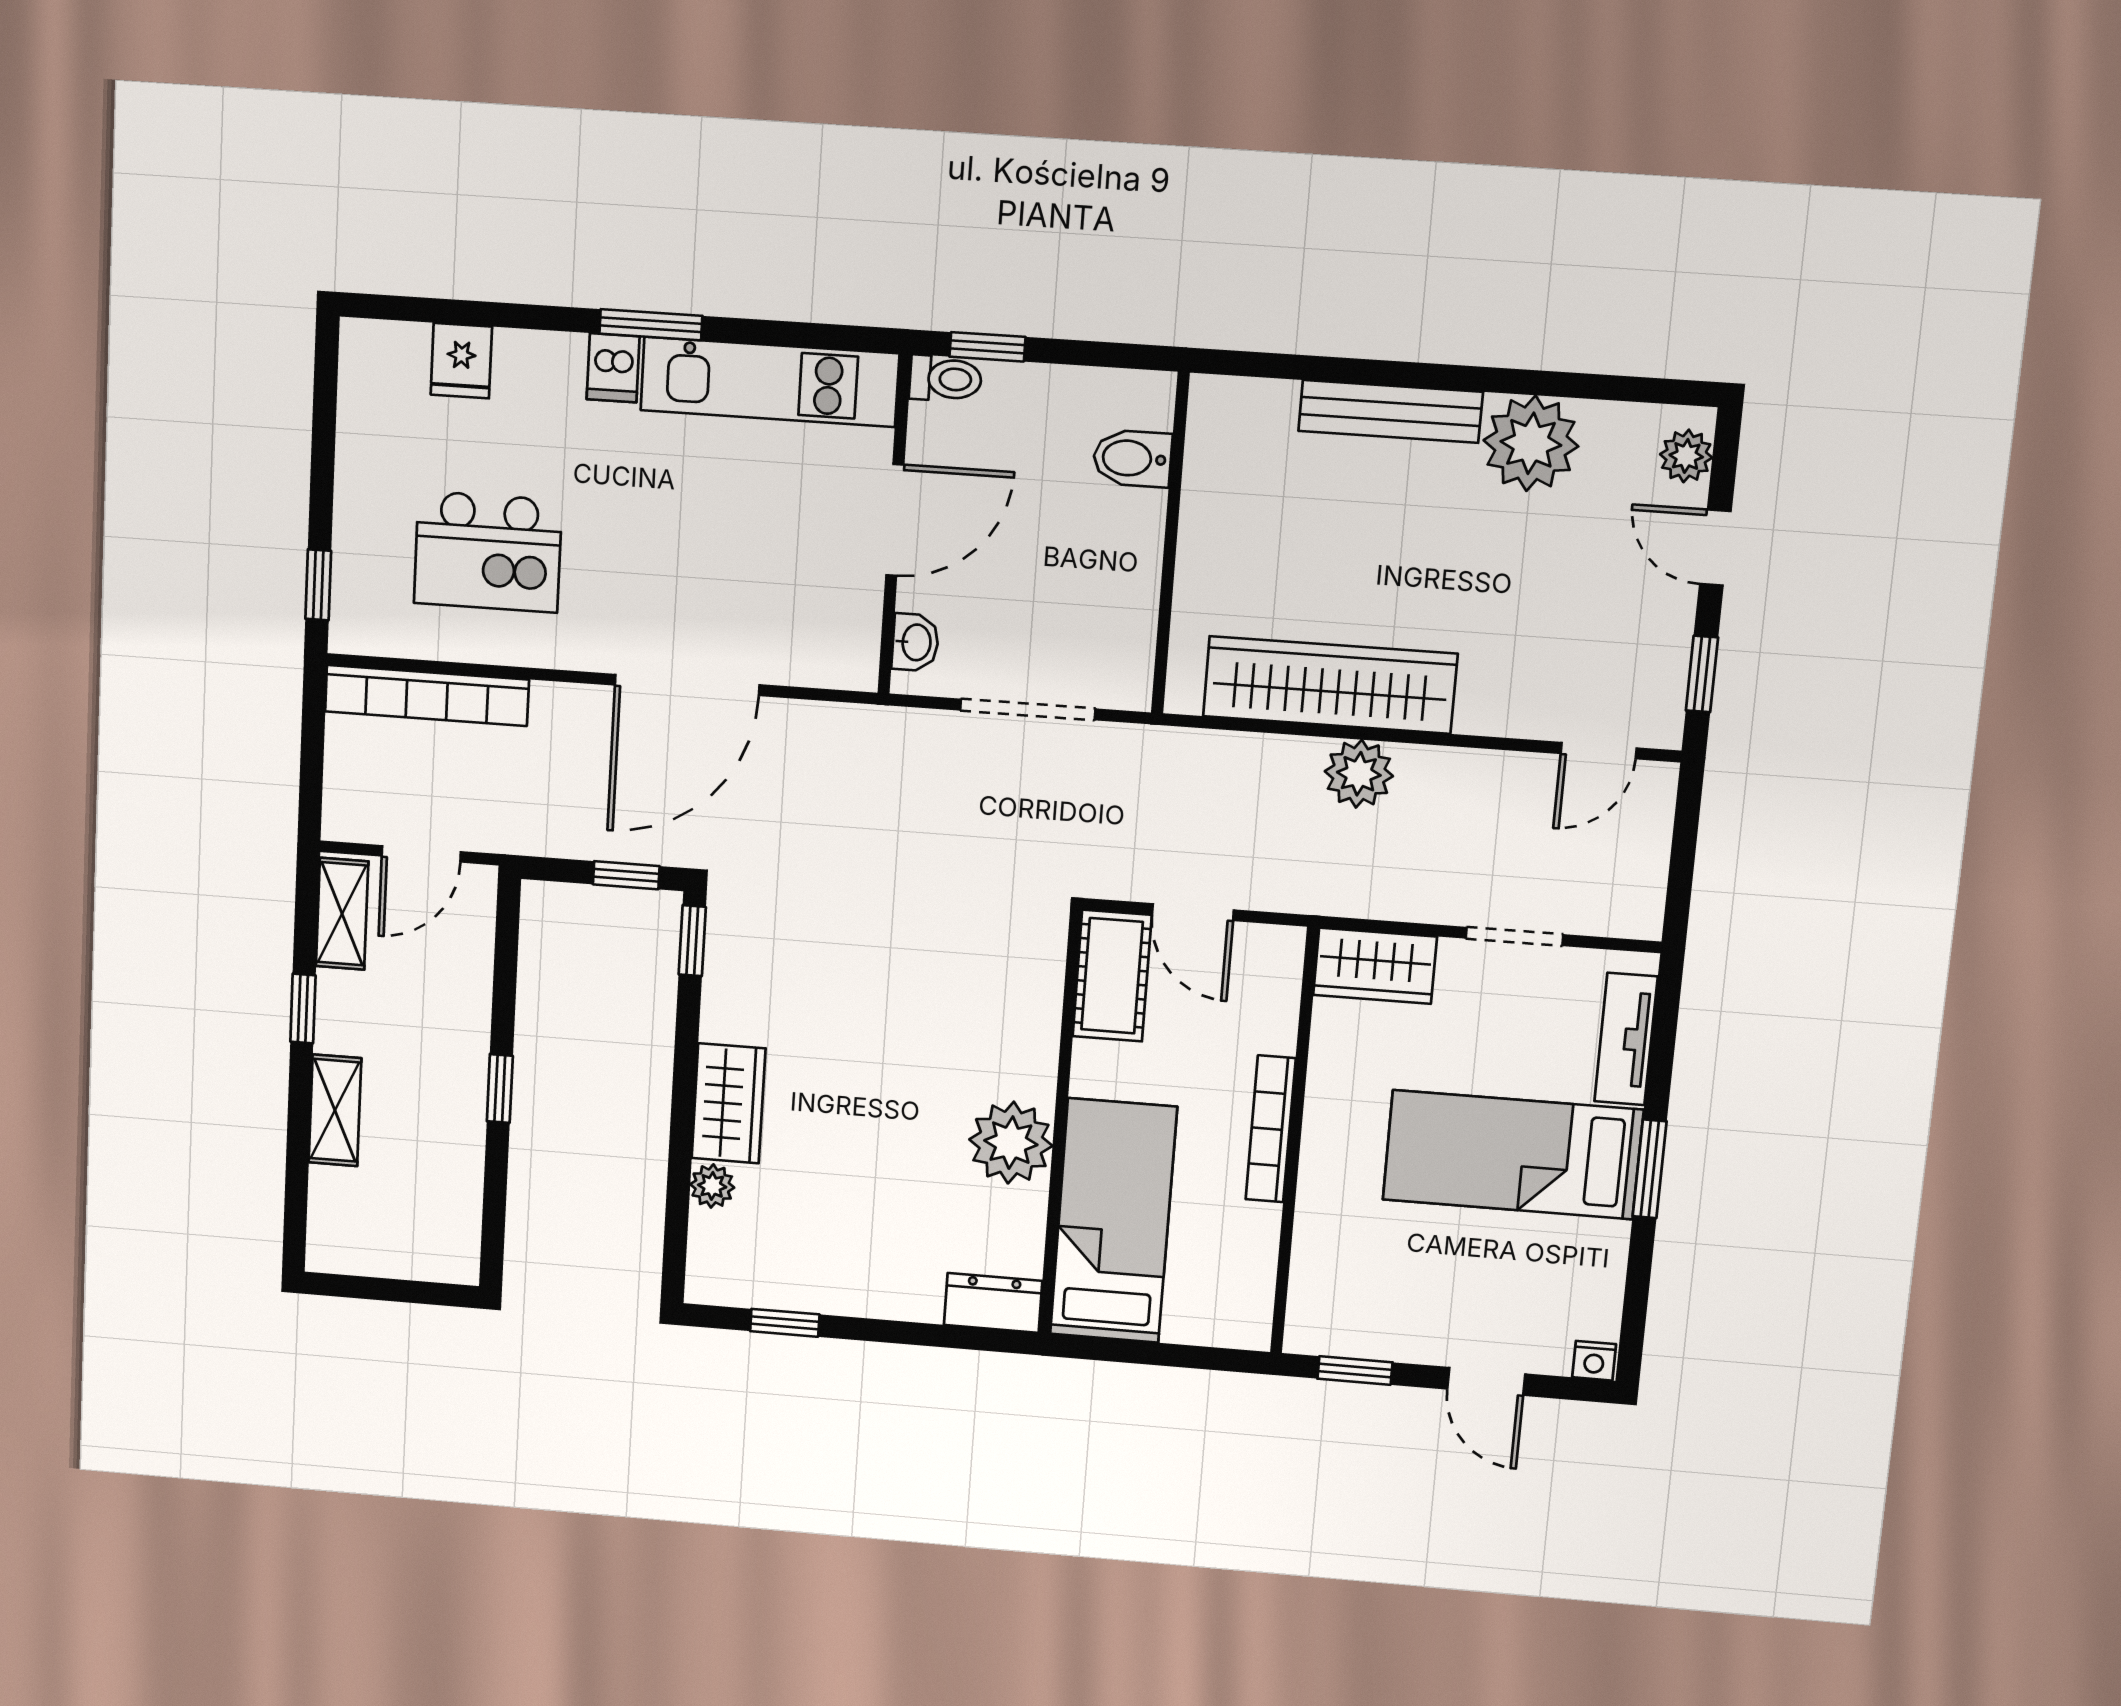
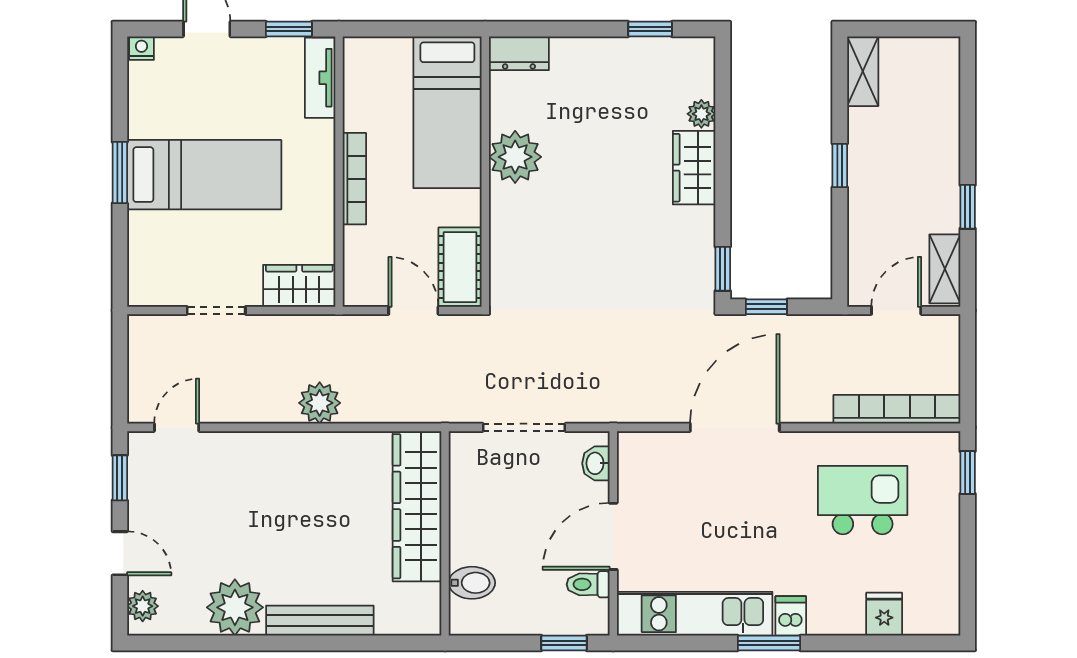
toilet: (945, 379) -> (588, 584), moved
wardrobe: (1330, 685) -> (417, 506), moved, turned 90
tv unit: (1626, 1039) -> (320, 78), moved, turned 180
shelving: (335, 1110) -> (863, 71), moved

